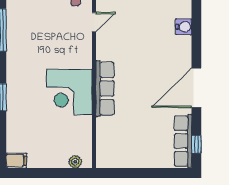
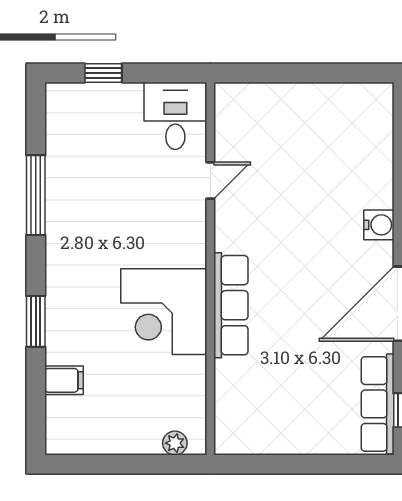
water cooler: (184, 27) -> (379, 225), moved
filing cabinet: (16, 161) -> (64, 380), moved

